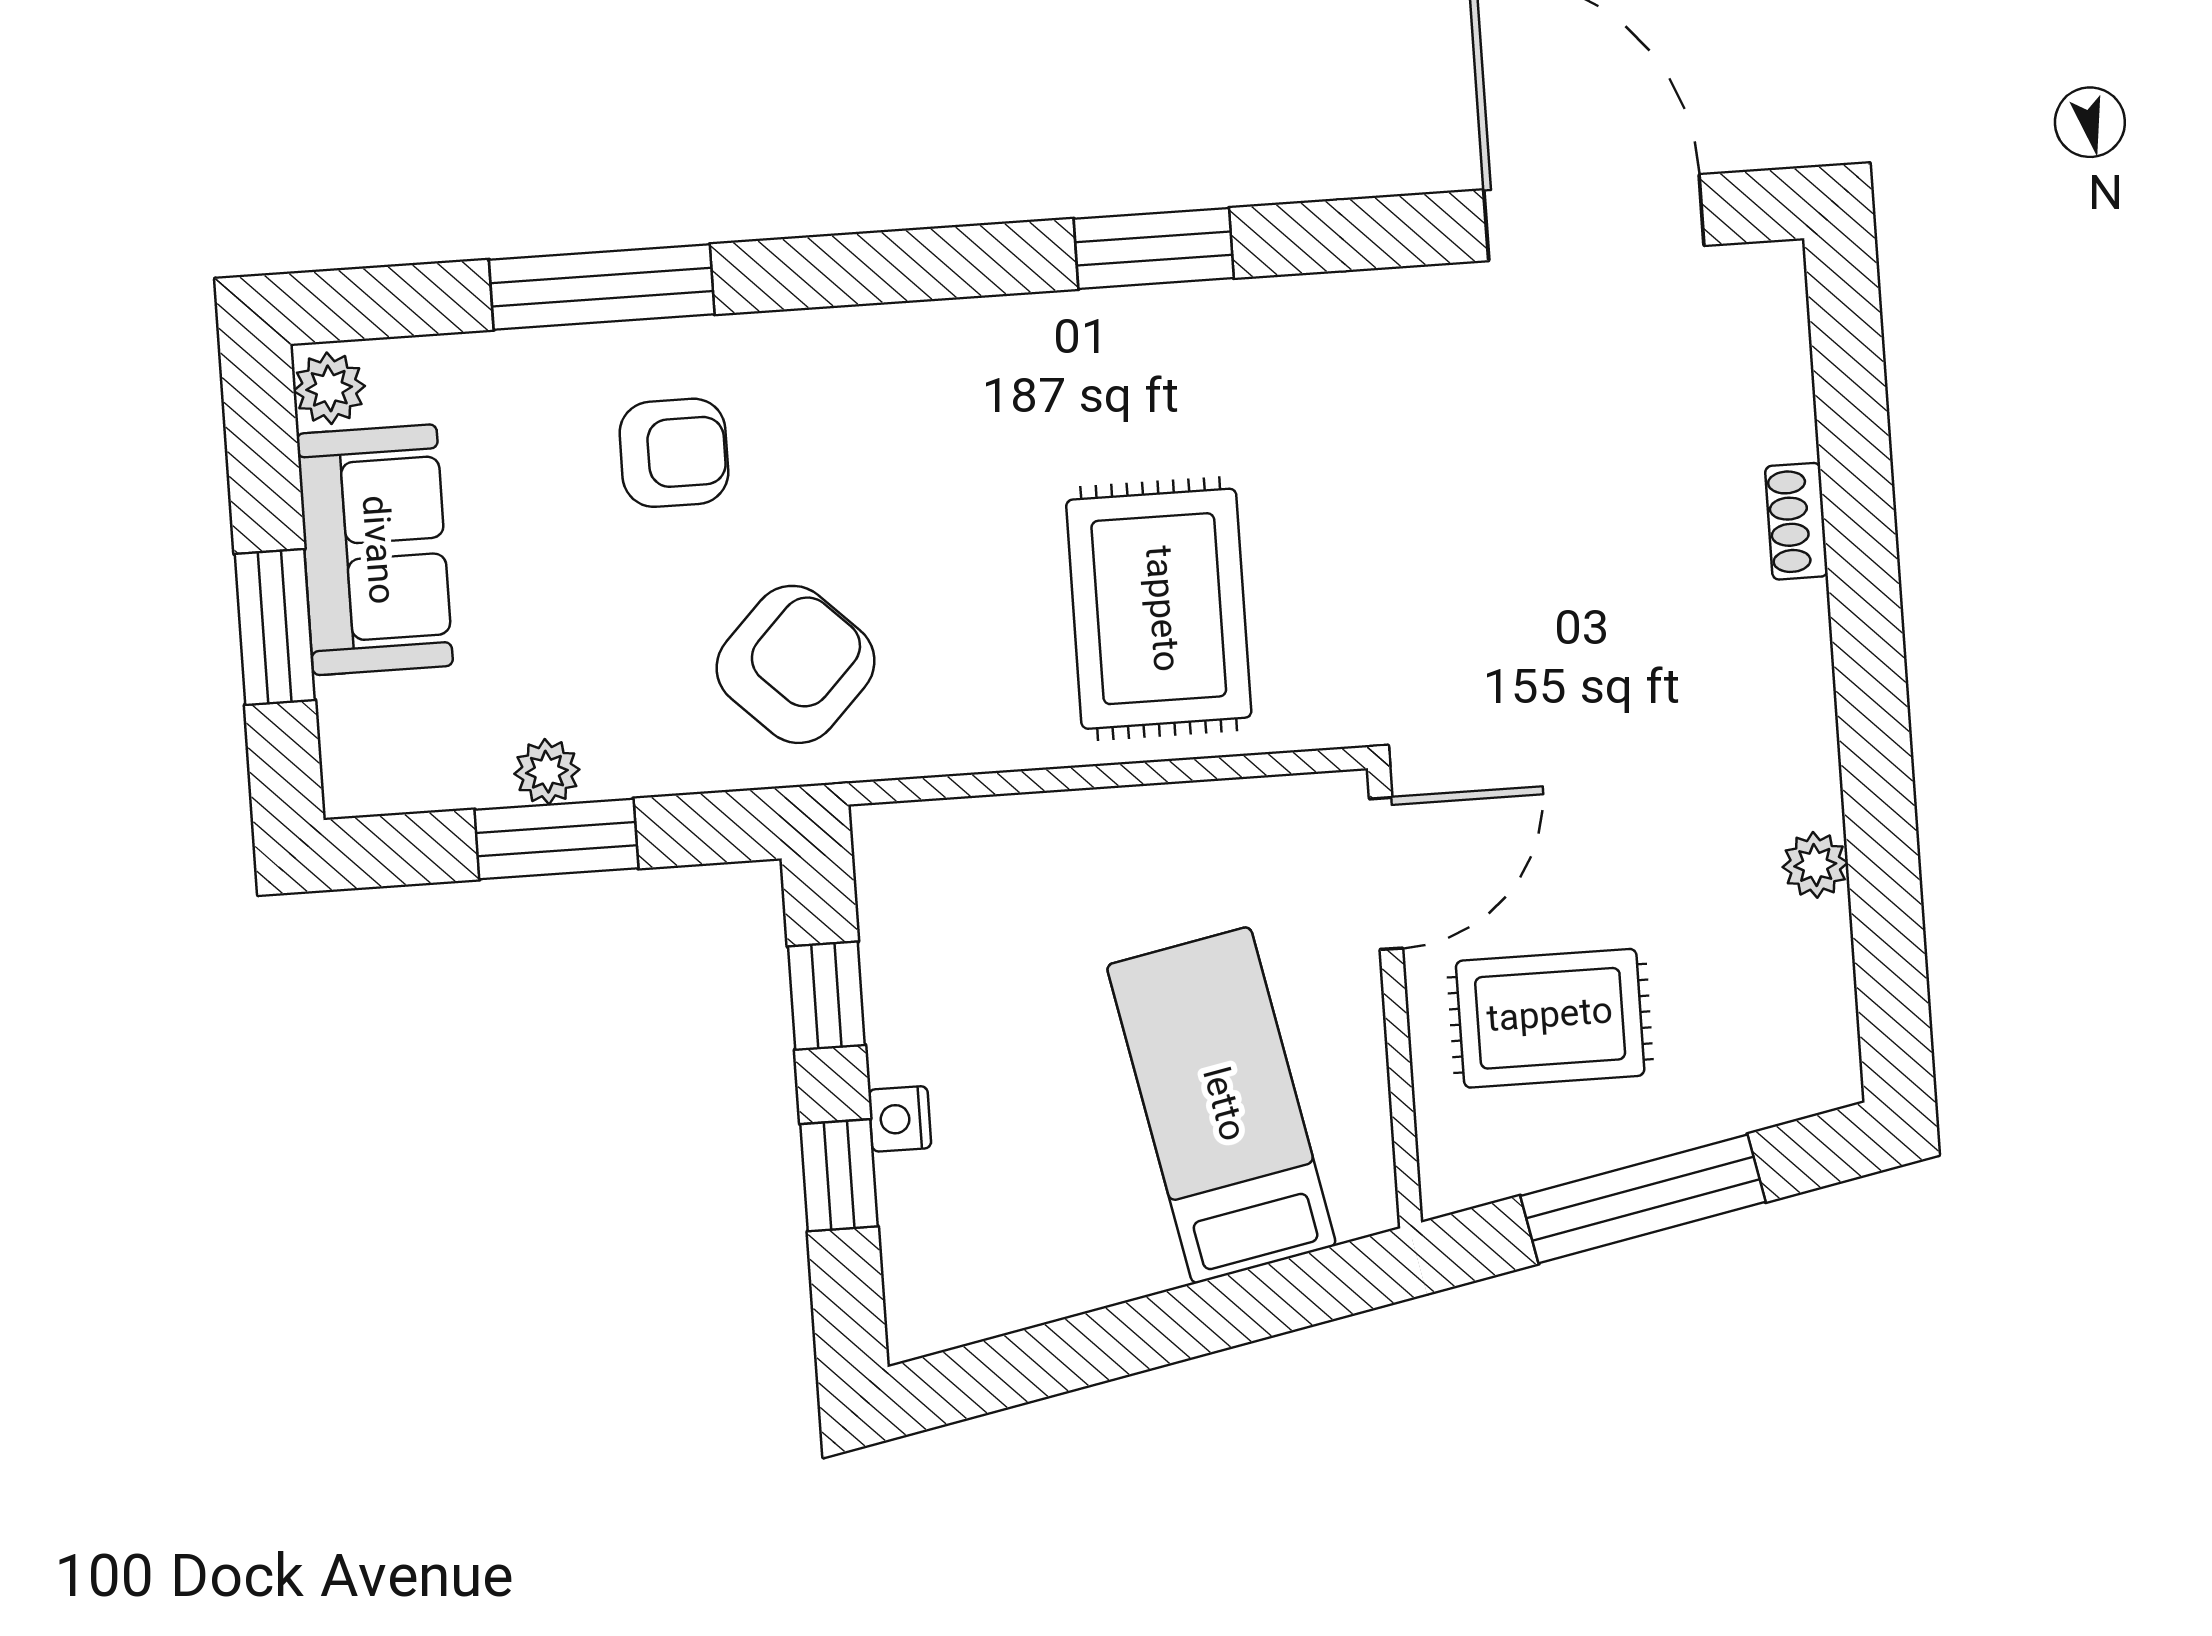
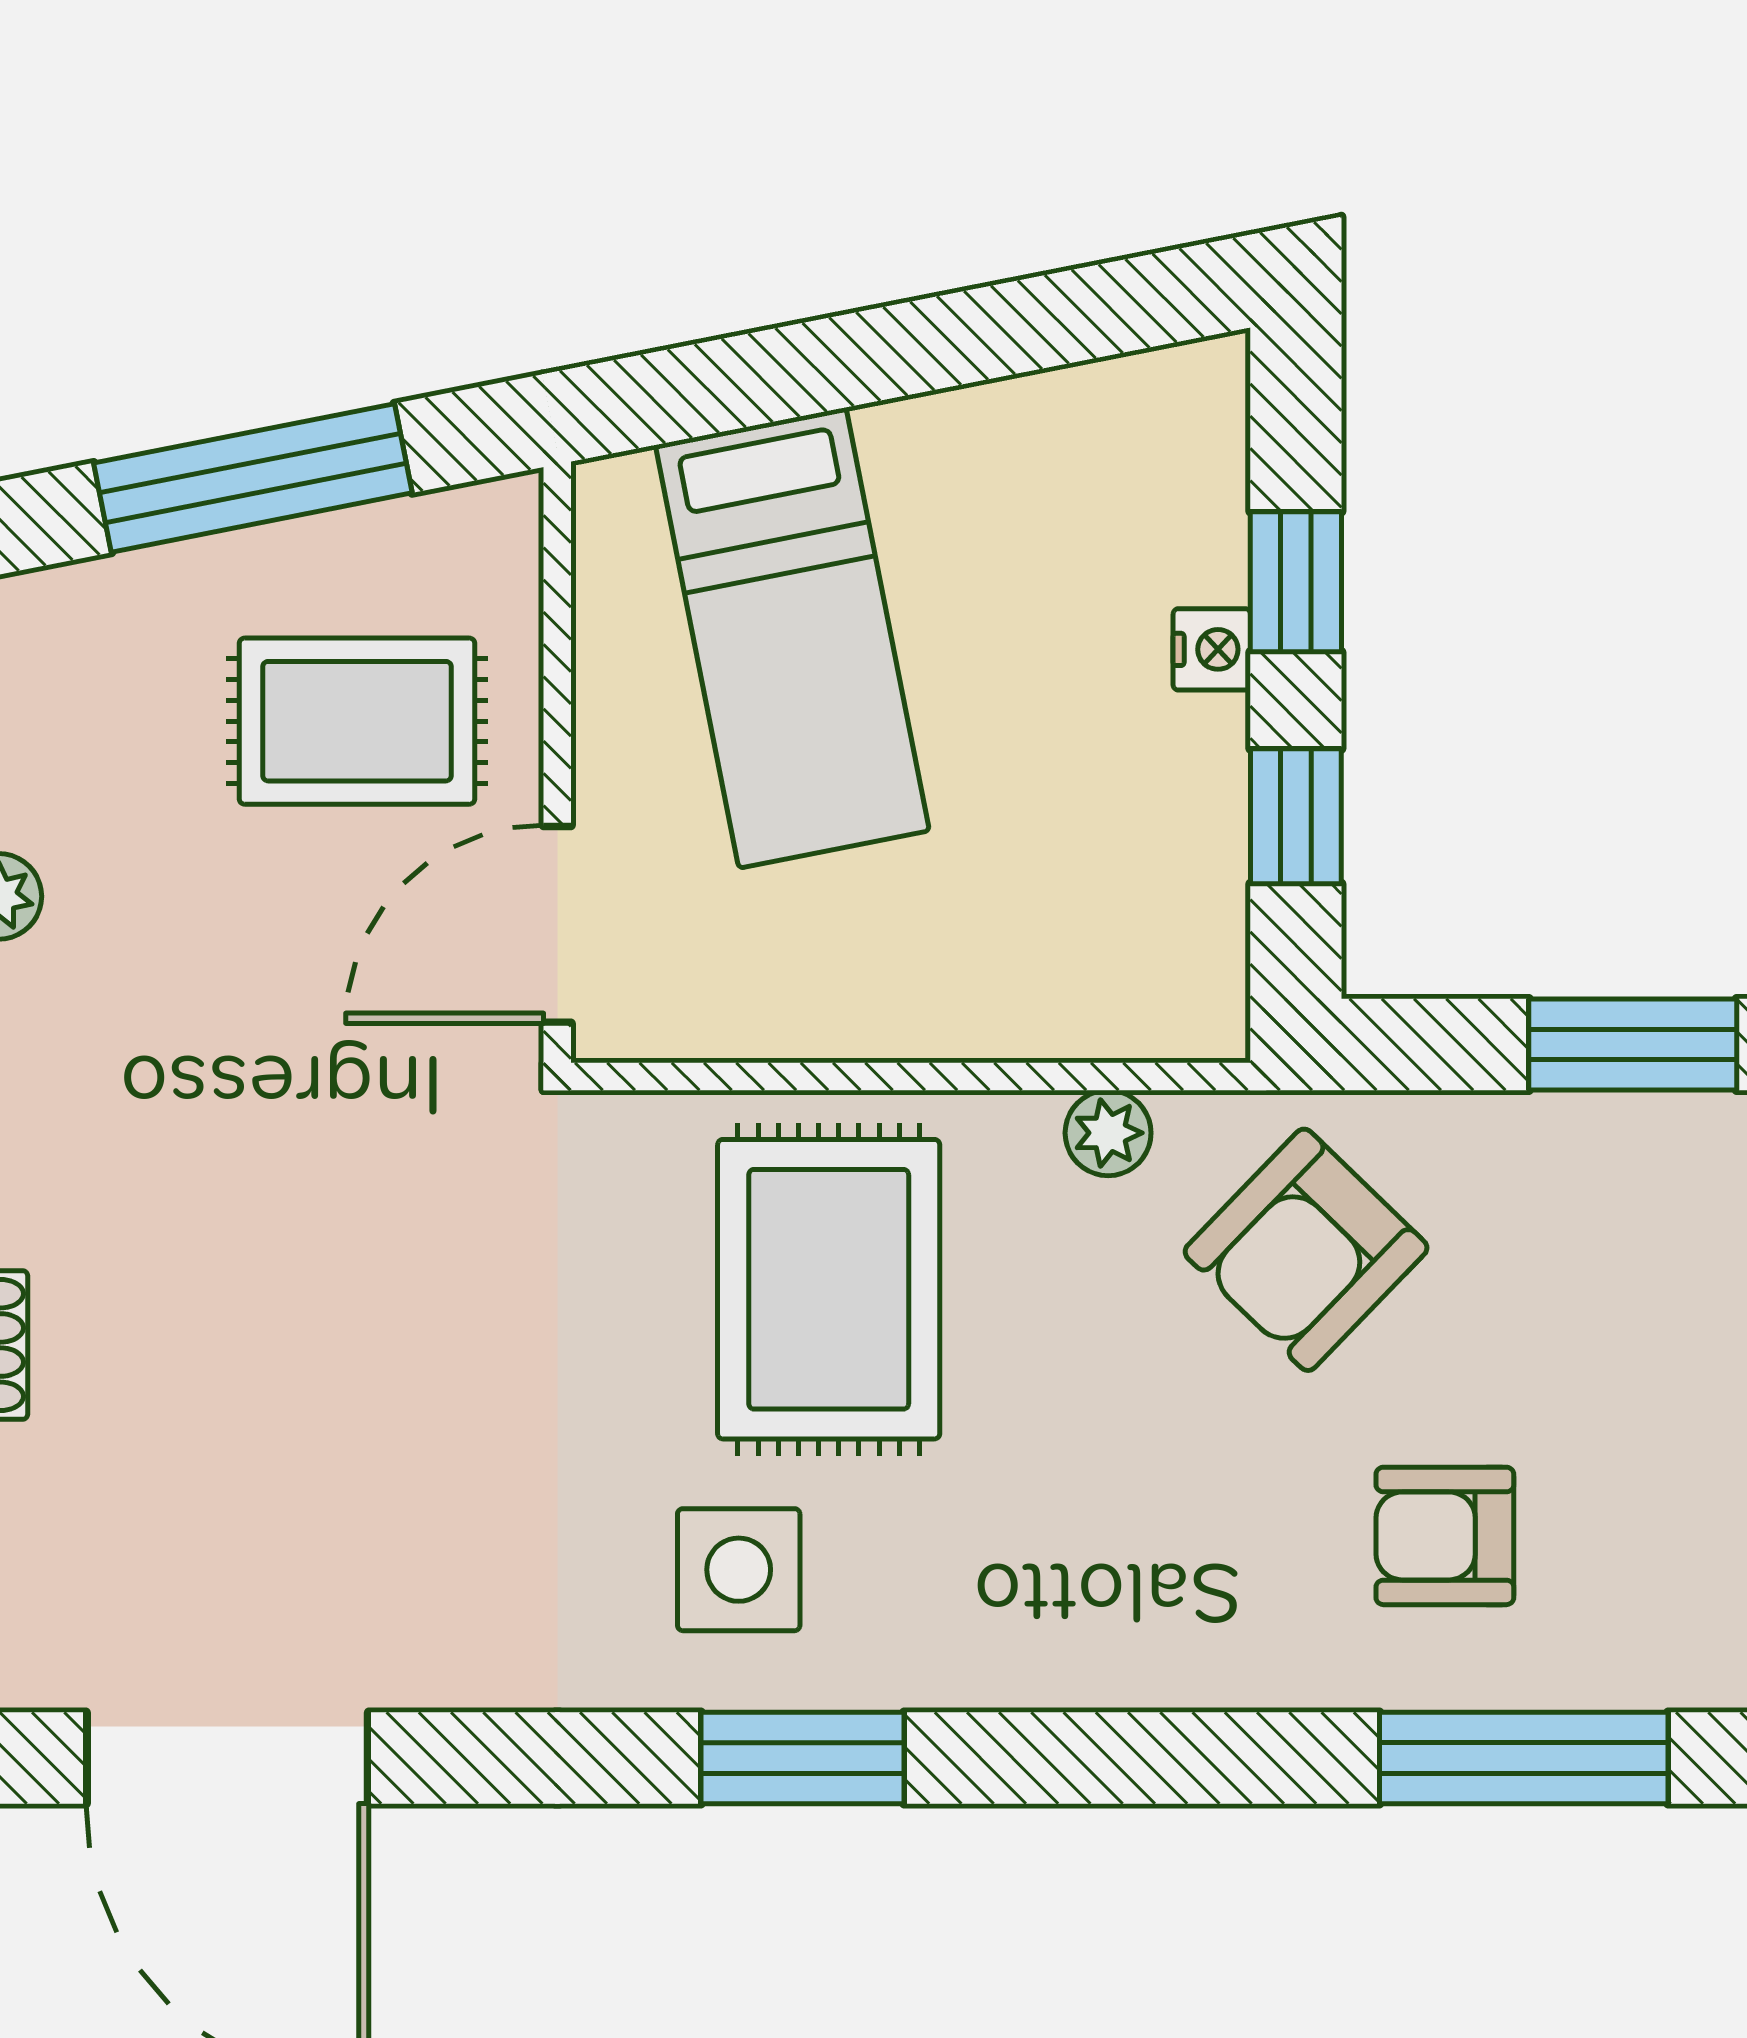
side table: (1213, 389) -> (739, 1570), added
plant: (547, 772) -> (1108, 1133), moved

